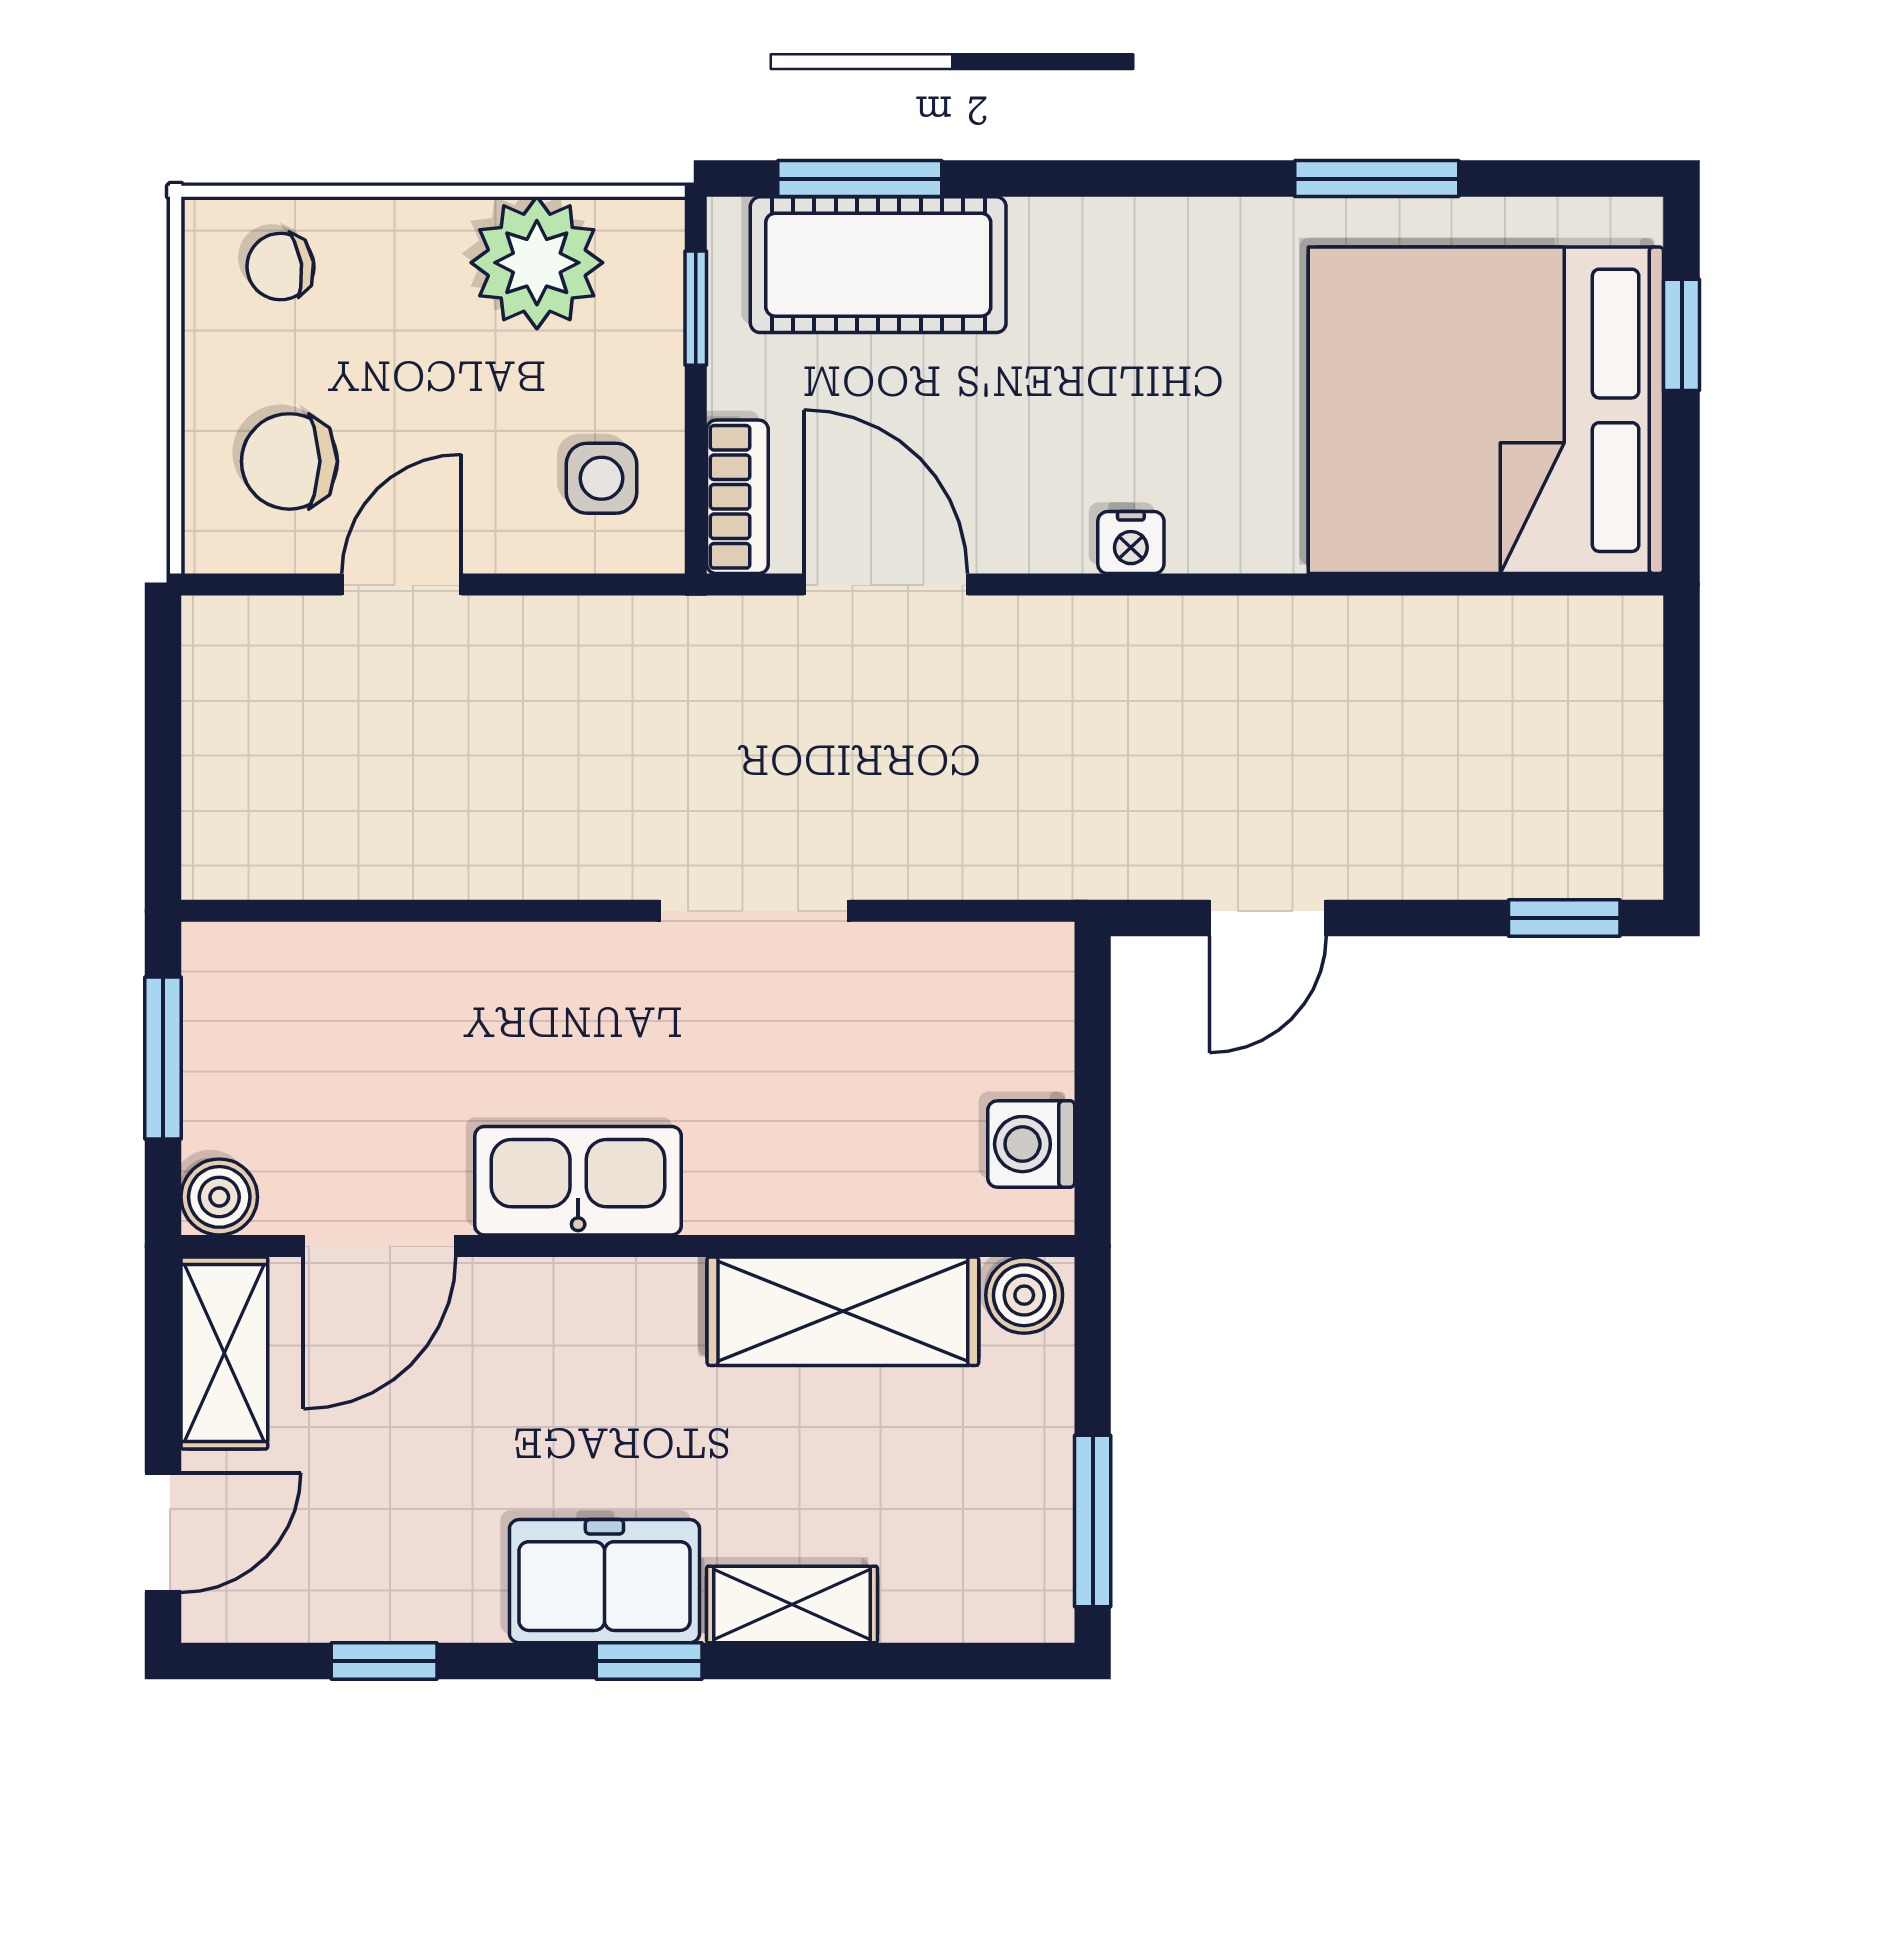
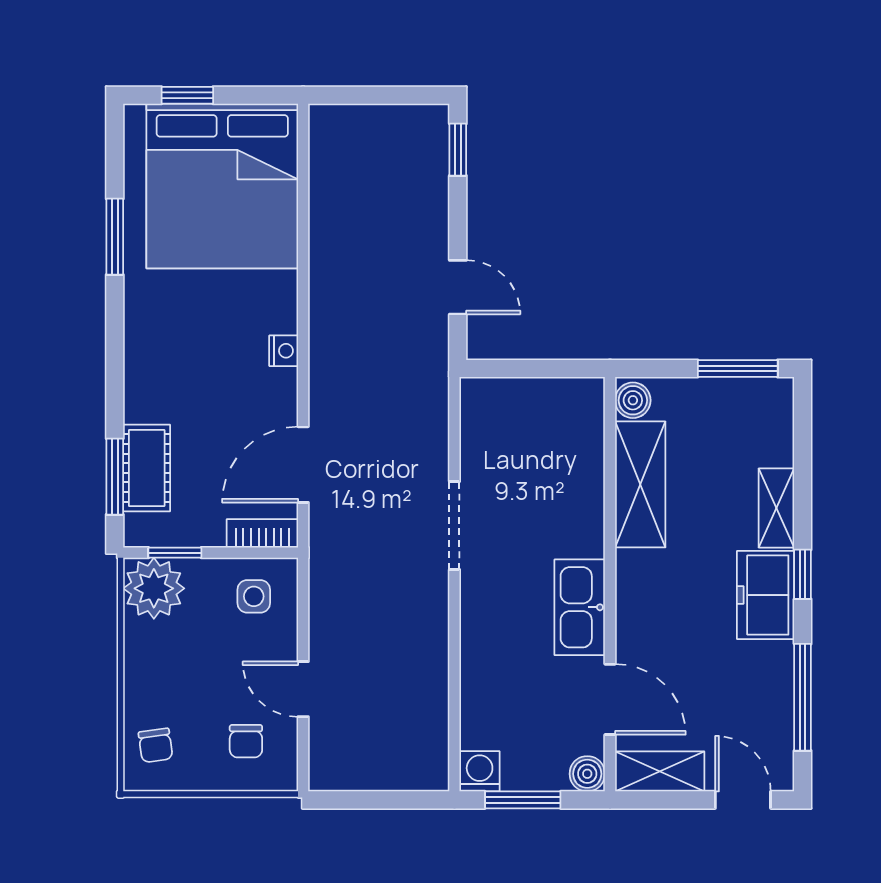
plant: (537, 263) -> (154, 588), moved
cot: (878, 265) -> (147, 468), width x0.73, depth x0.75
chair: (289, 461) -> (246, 741), width x0.73, depth x0.73
washing machine: (1031, 1144) -> (480, 771), moved, turned 180
window: (384, 1661) -> (803, 697), width x2.17

